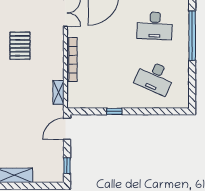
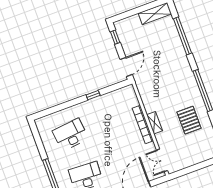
desk: (155, 77) -> (70, 135), turned -30
shelving: (59, 92) -> (155, 123), moved

